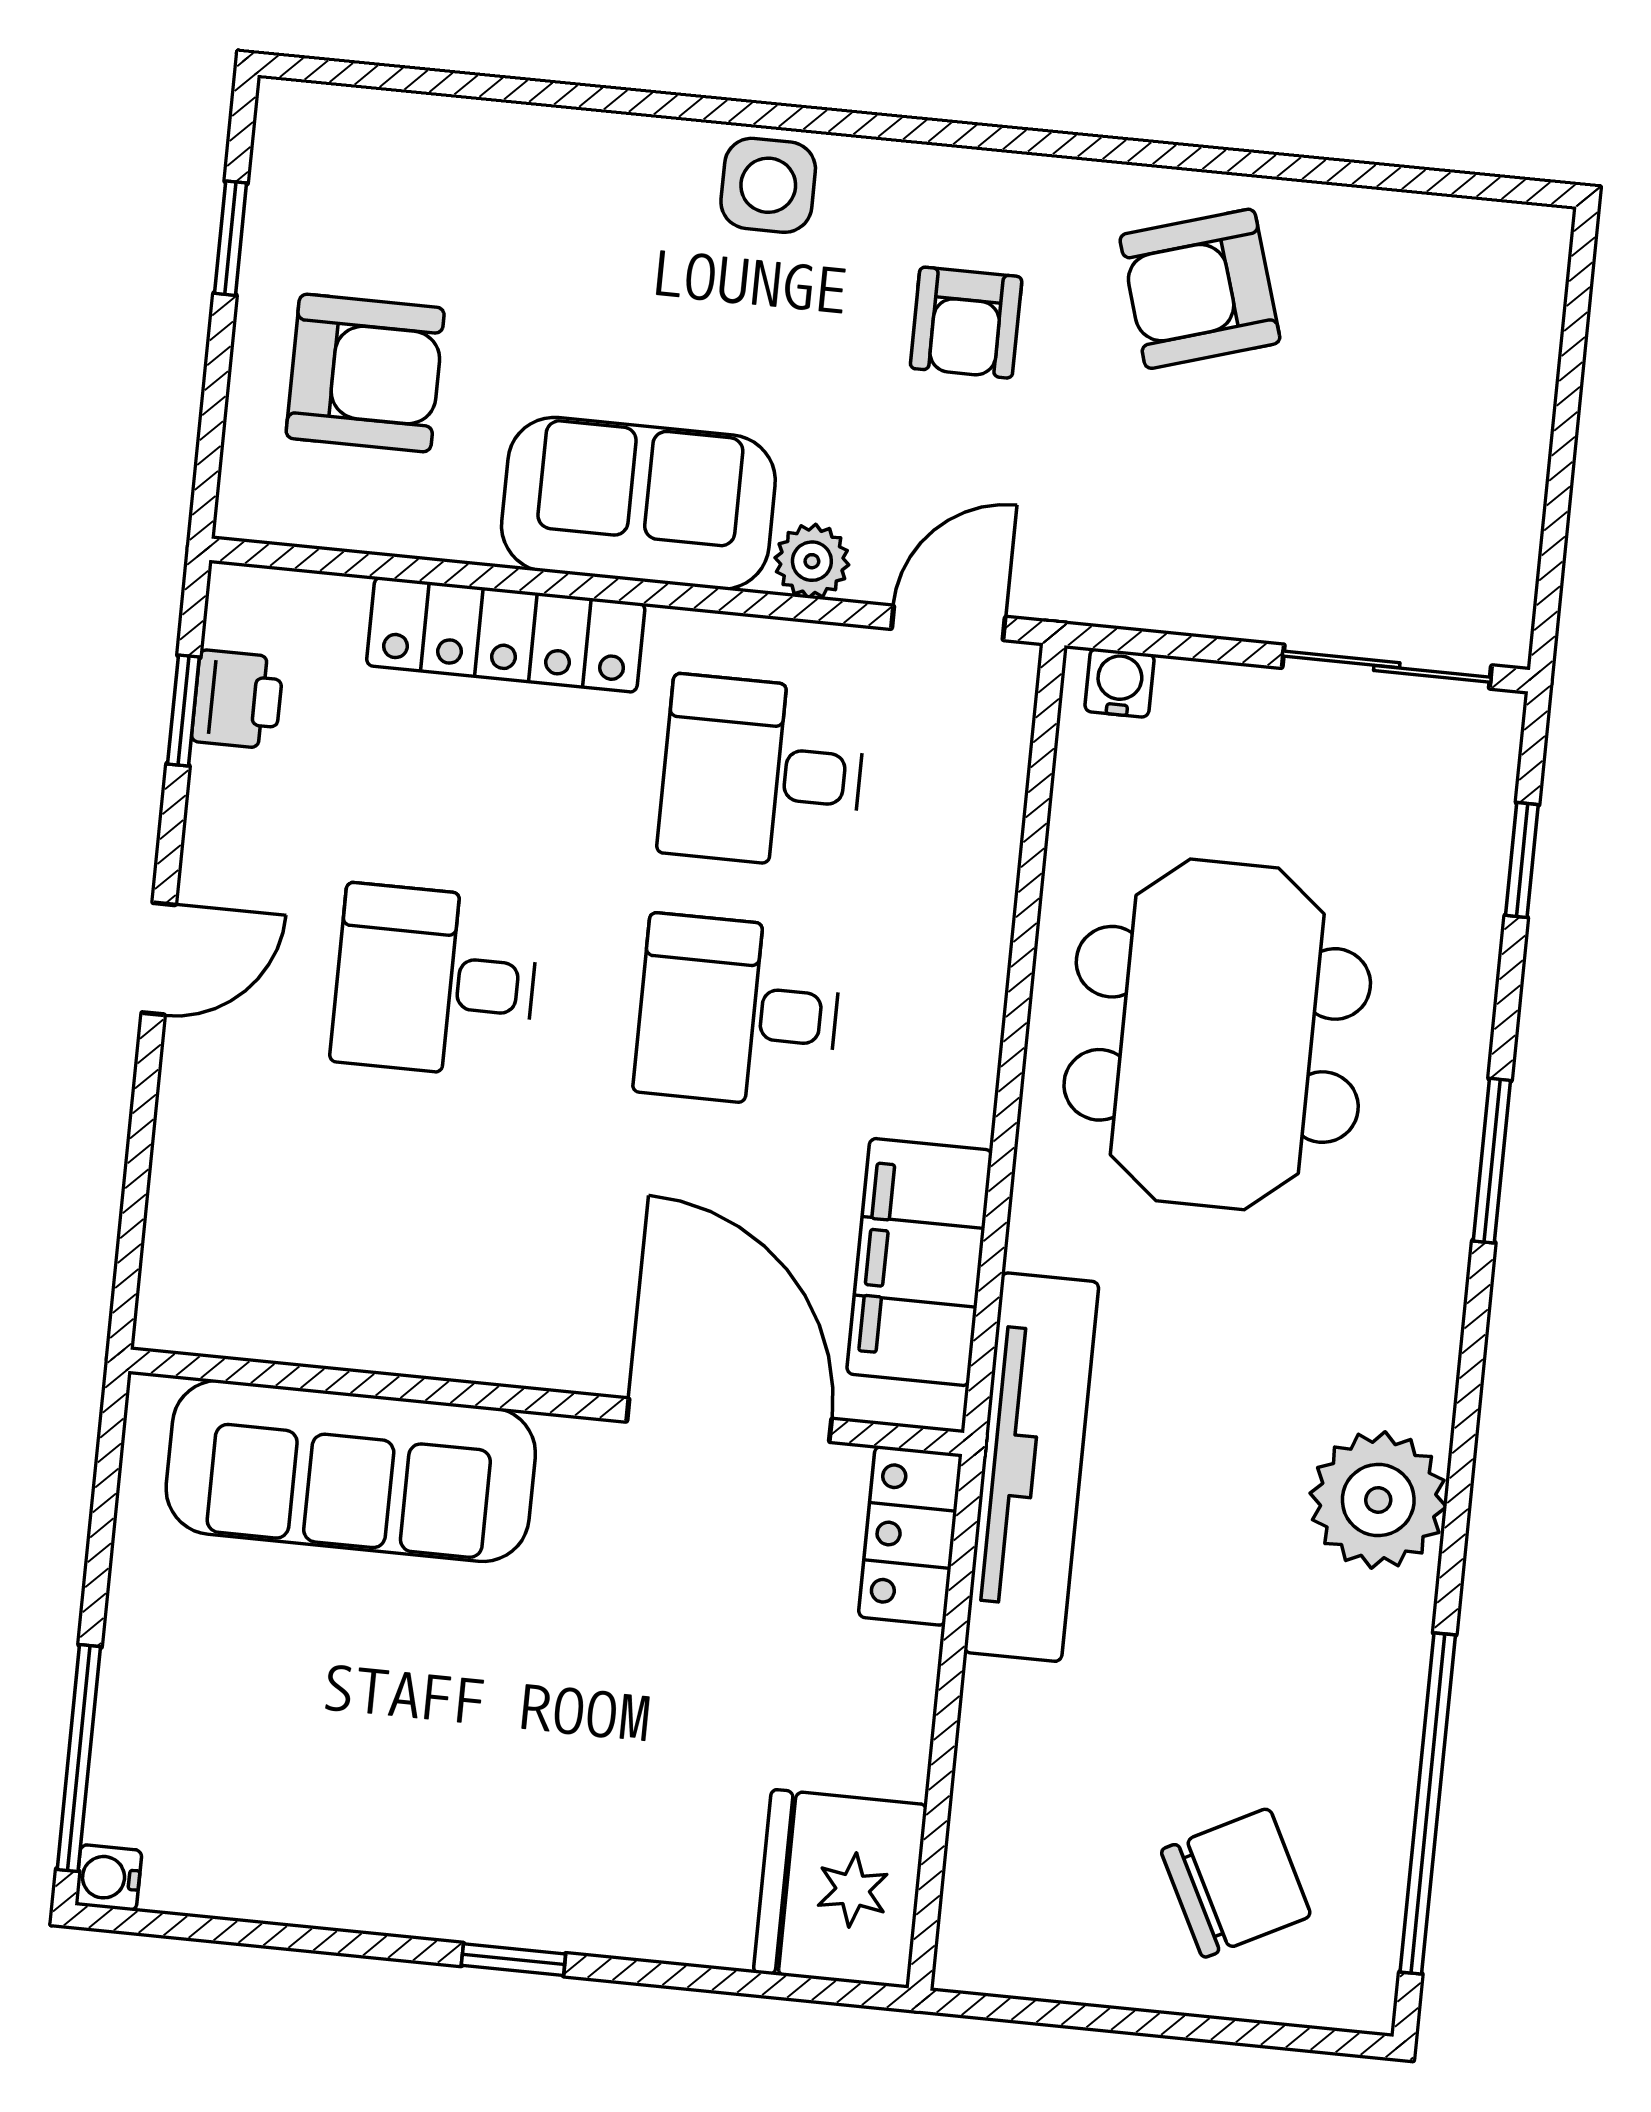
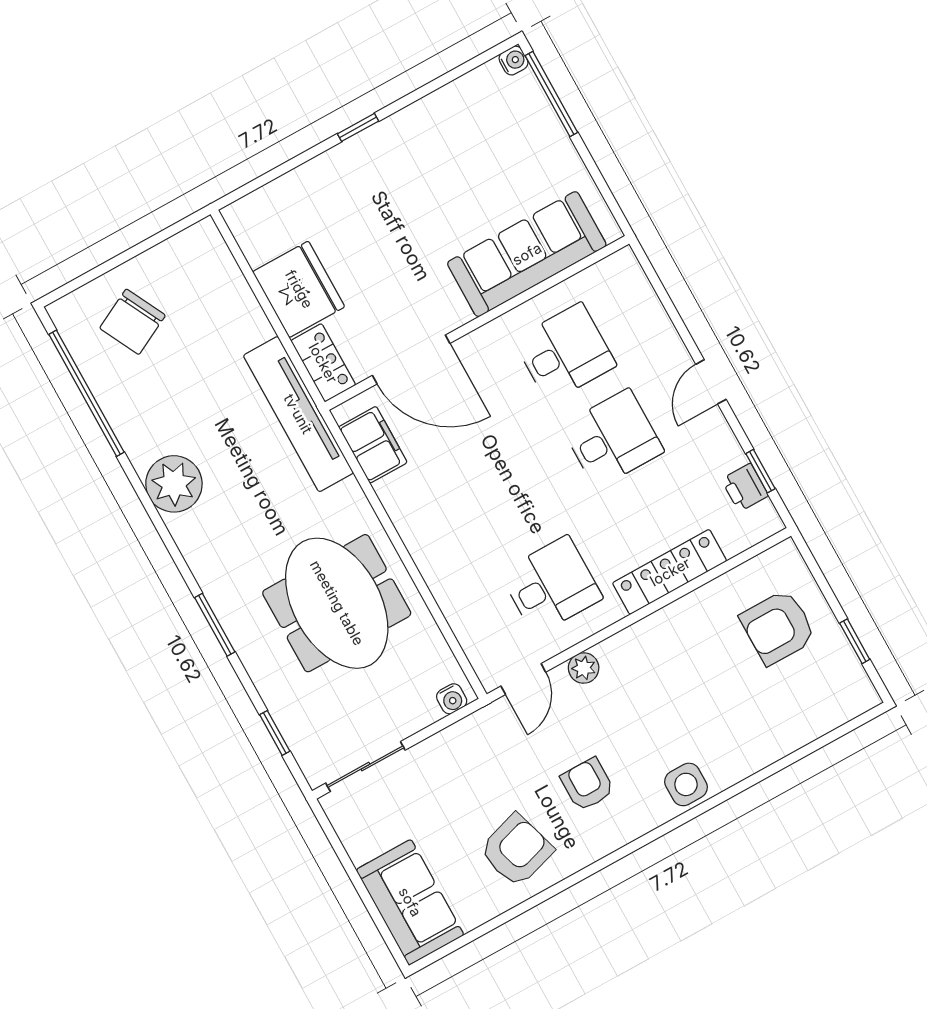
sofa: (638, 503) -> (410, 902), moved, turned -90
desk: (738, 1011) -> (565, 353), moved
filing cabinet: (920, 1262) -> (373, 445), width x0.67, depth x0.86
fridge: (840, 1889) -> (299, 289), moved

